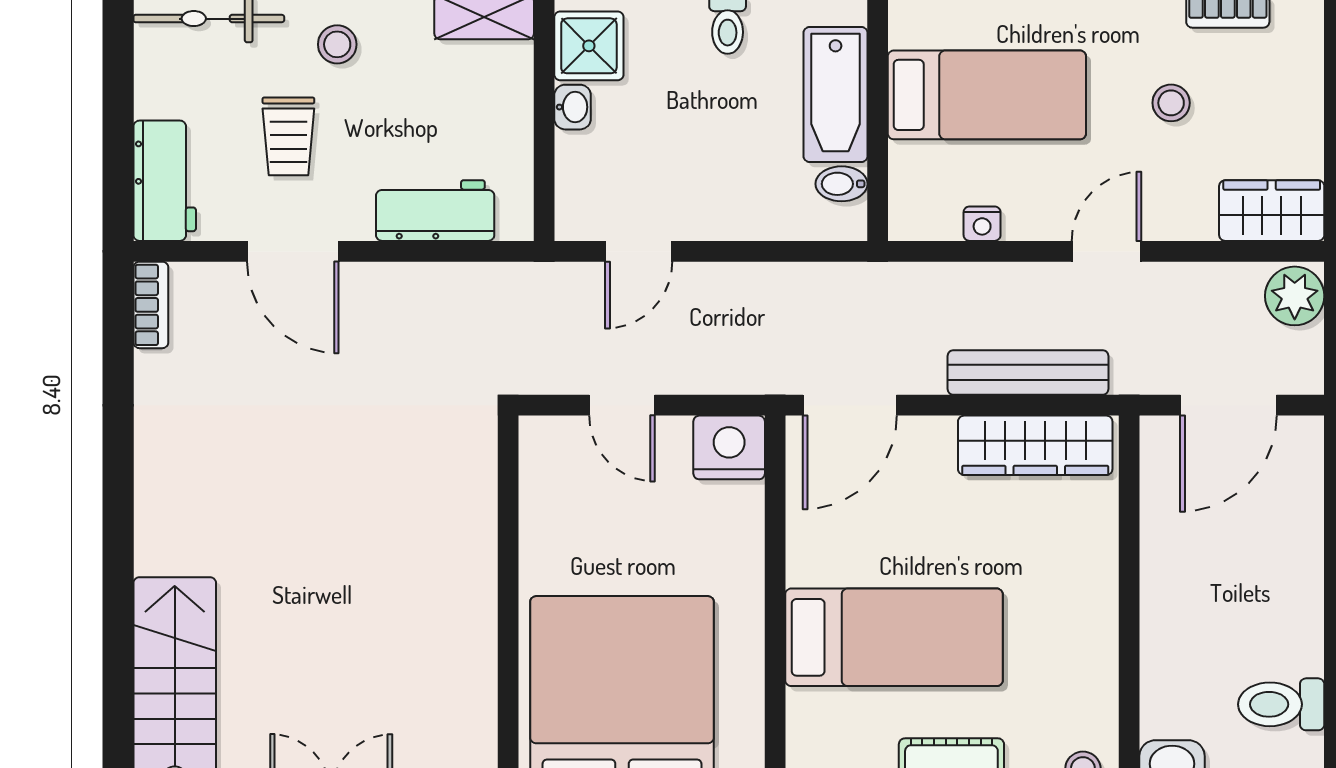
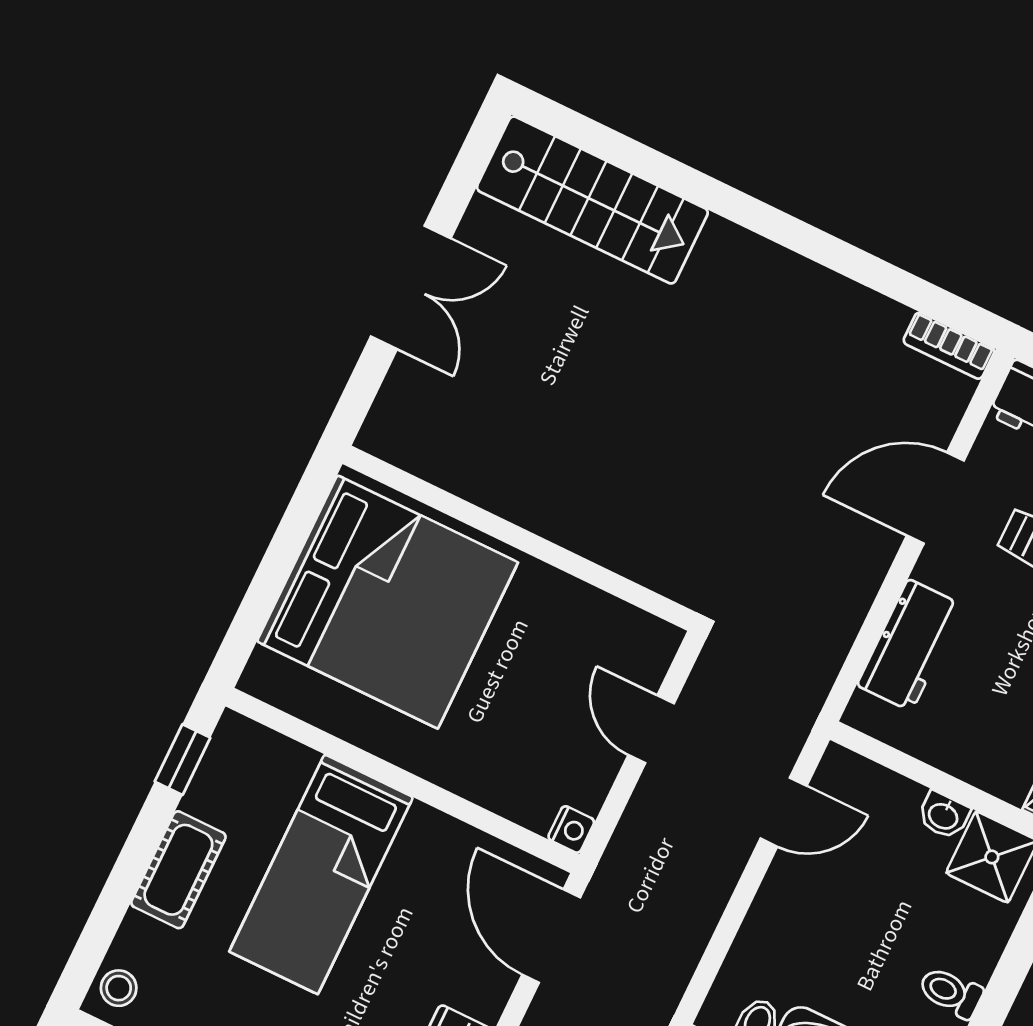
door: (639, 251) -> (784, 812), swing flipped
door: (622, 405) -> (651, 729), hinge flipped
nightstand: (729, 447) -> (571, 829), width x0.53, depth x0.56

